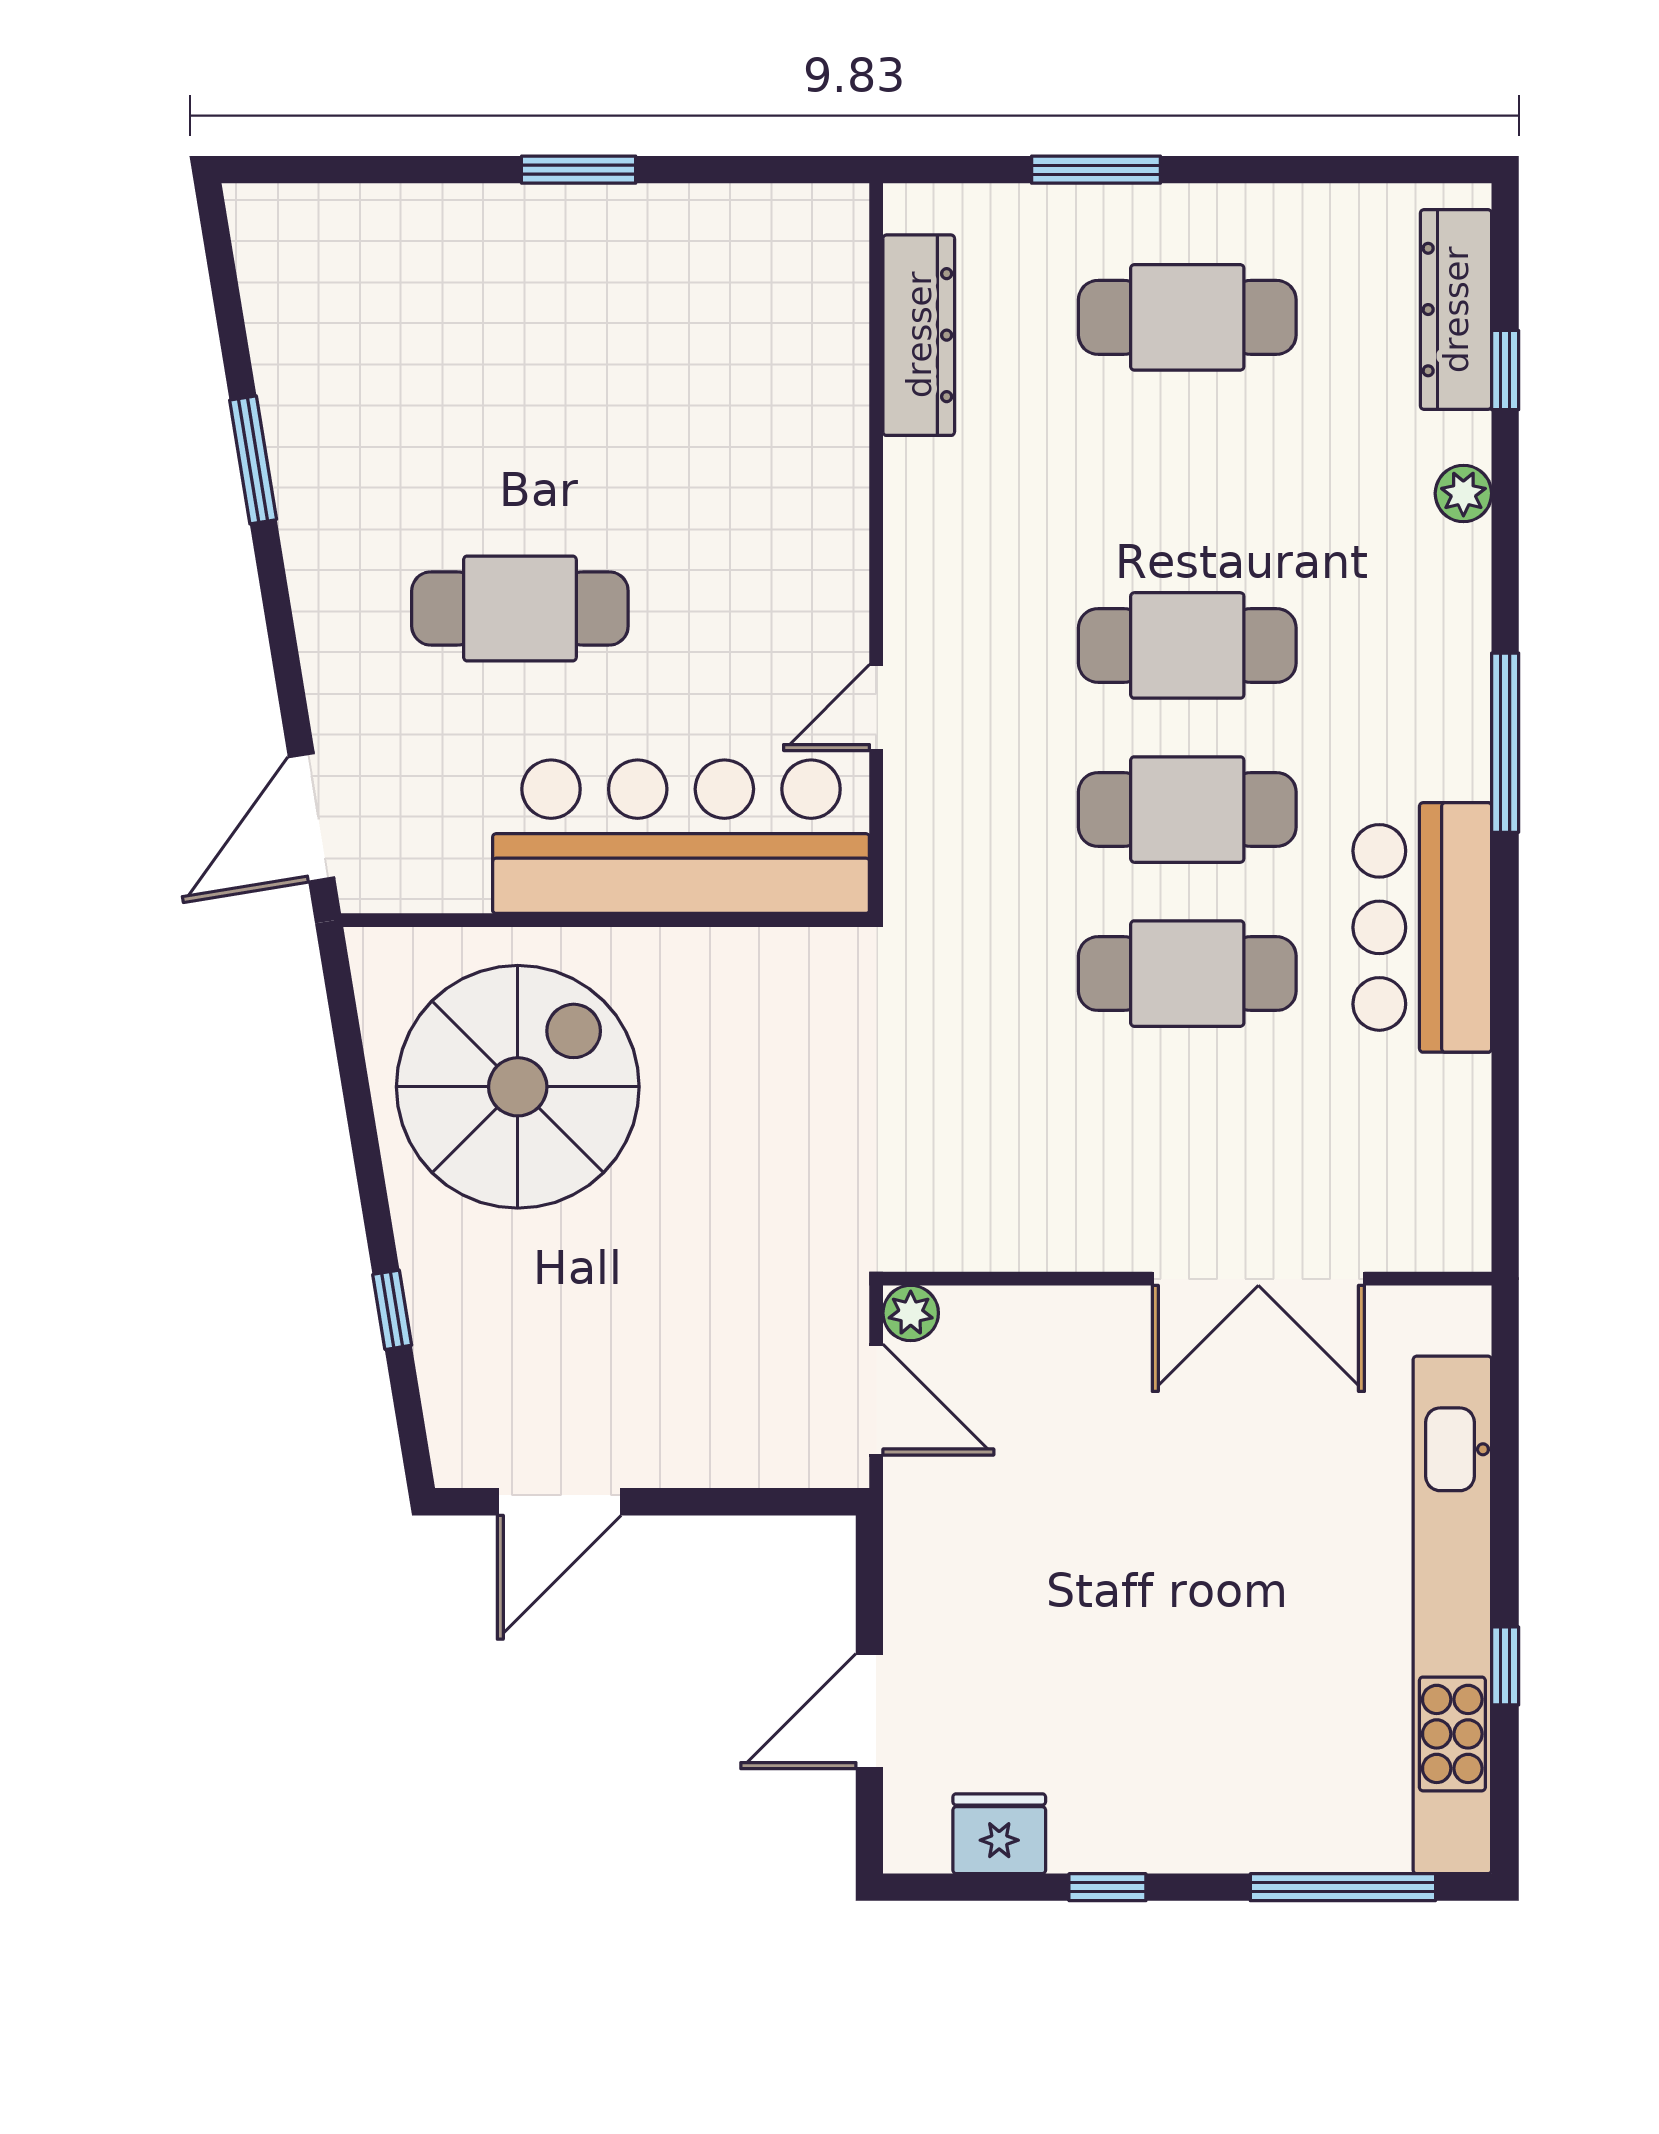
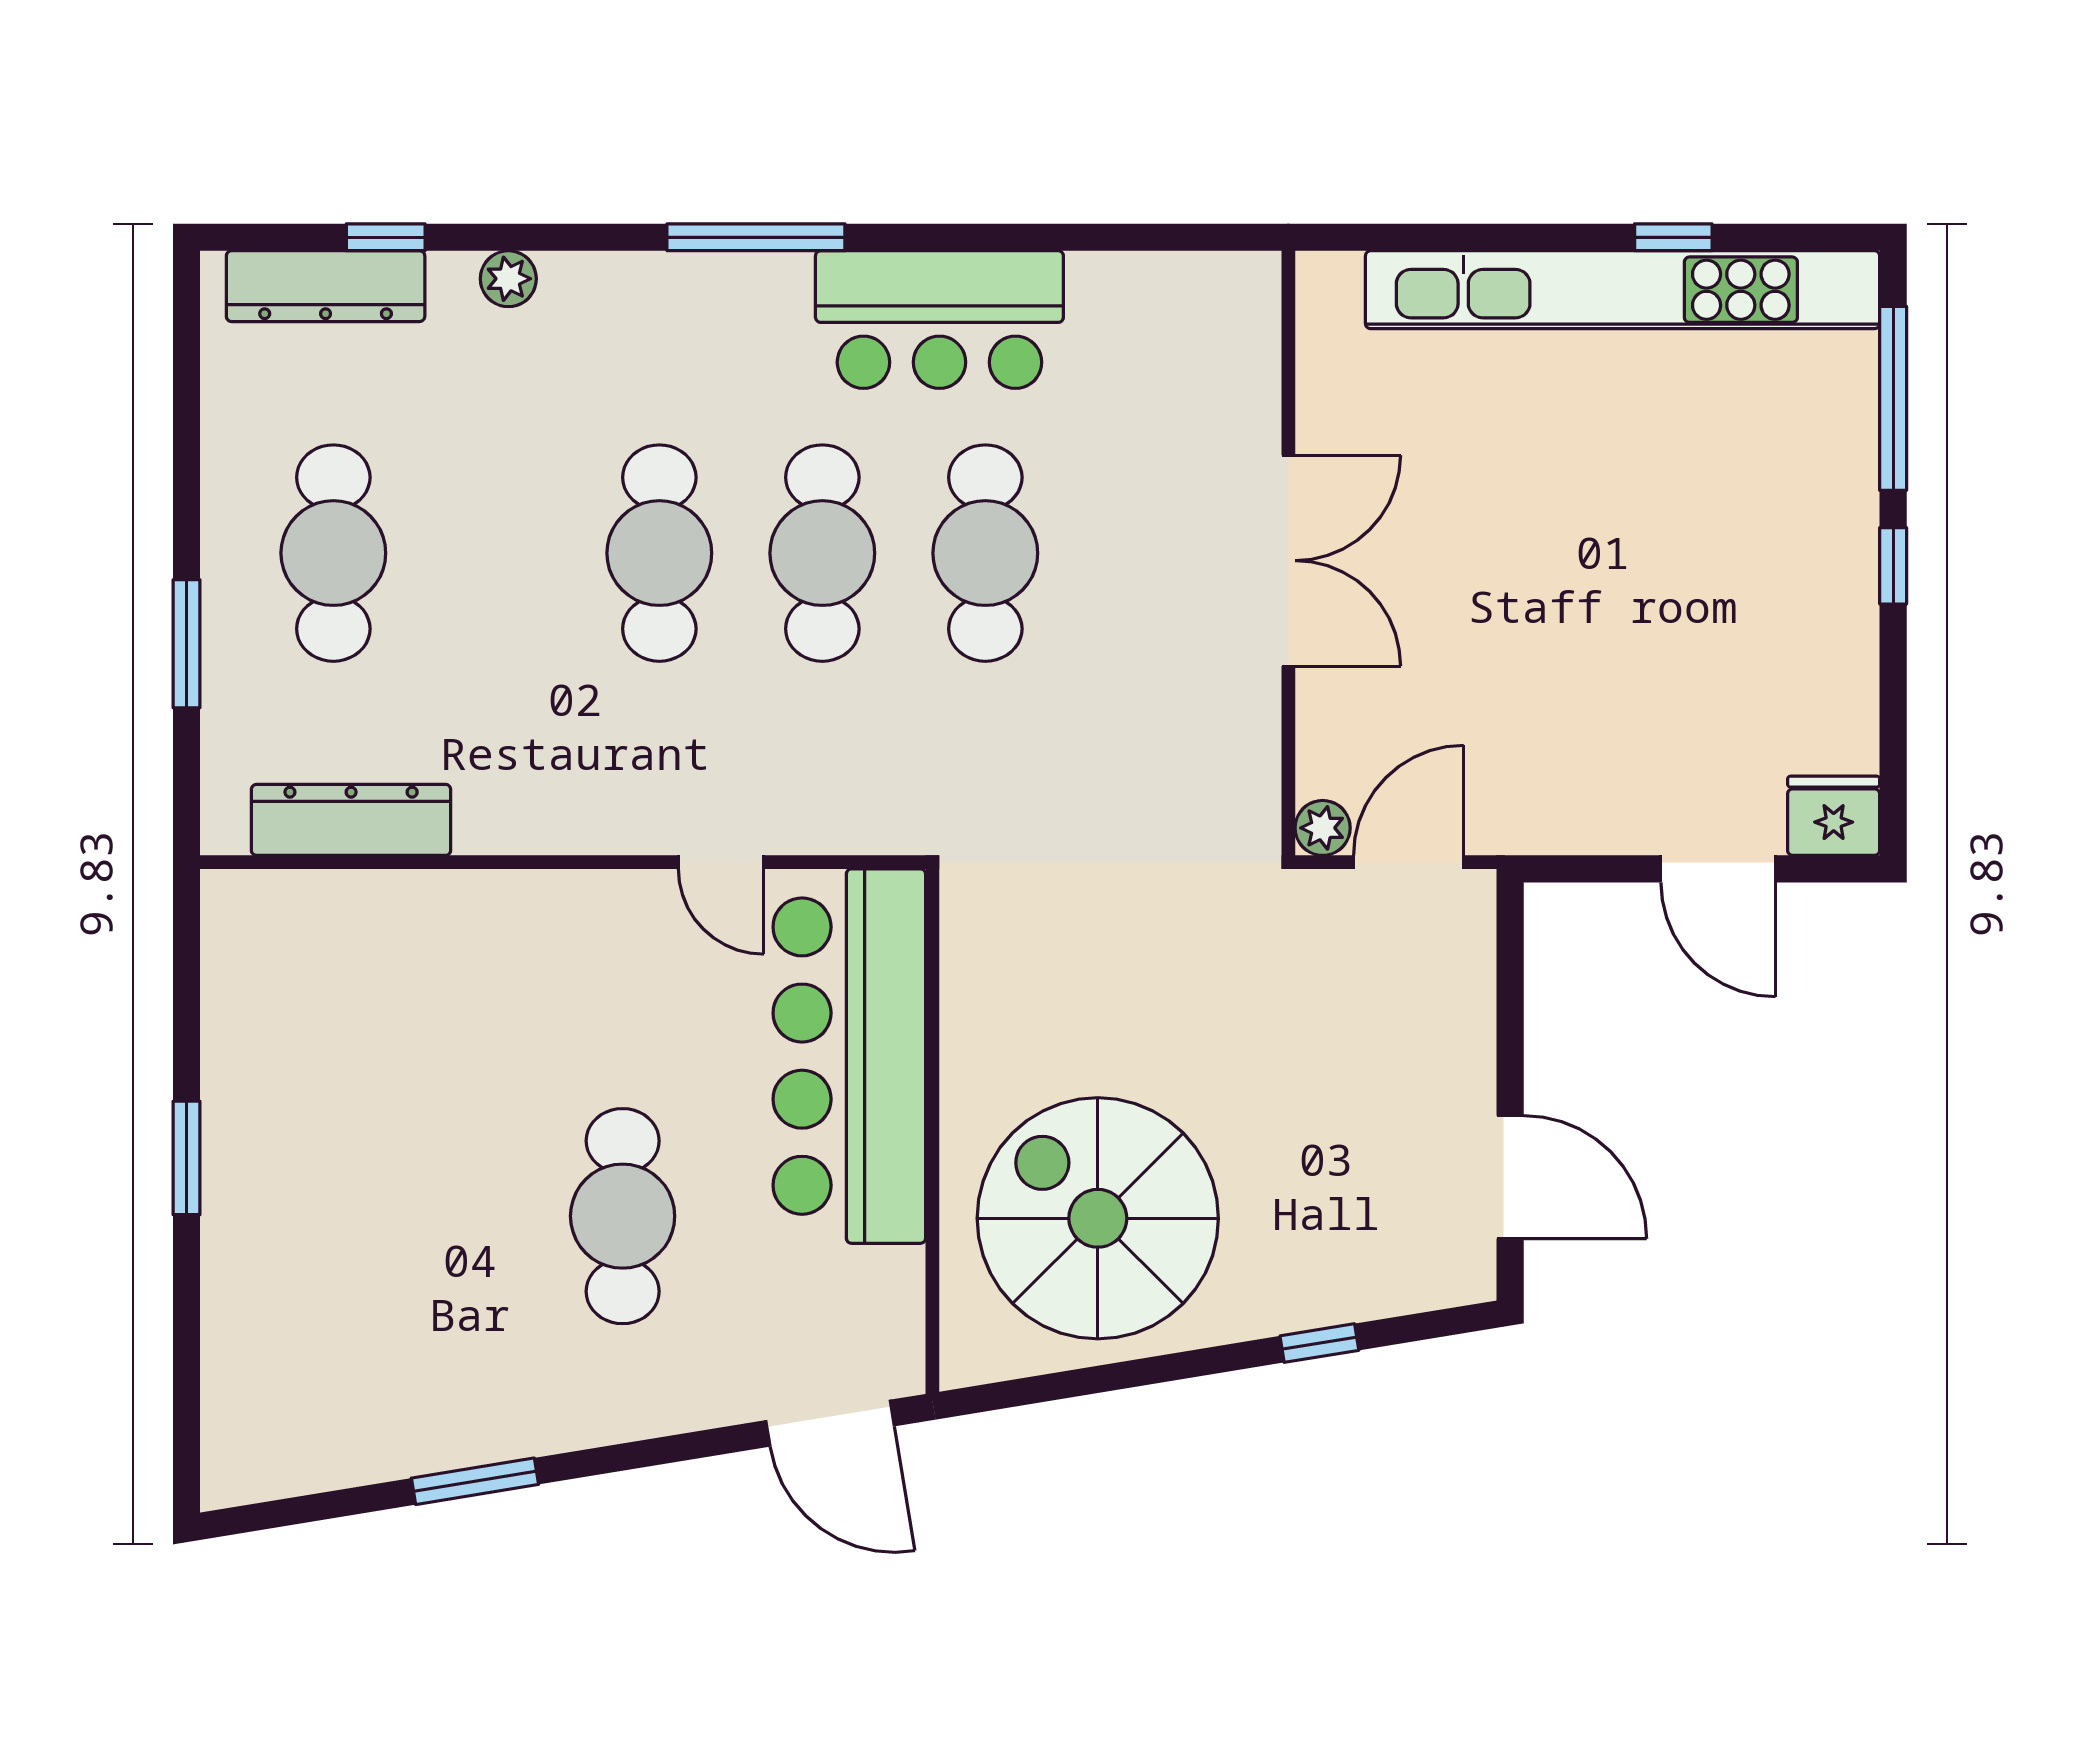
double door: (1258, 1279) -> (1288, 561), moved
fridge: (999, 1834) -> (1834, 816), moved, turned 90
window: (1107, 1887) -> (1893, 566), moved

